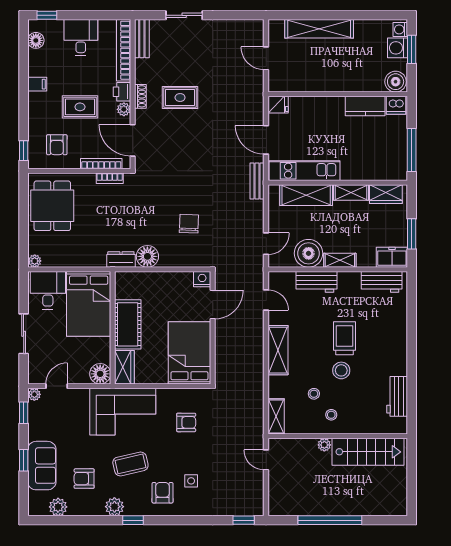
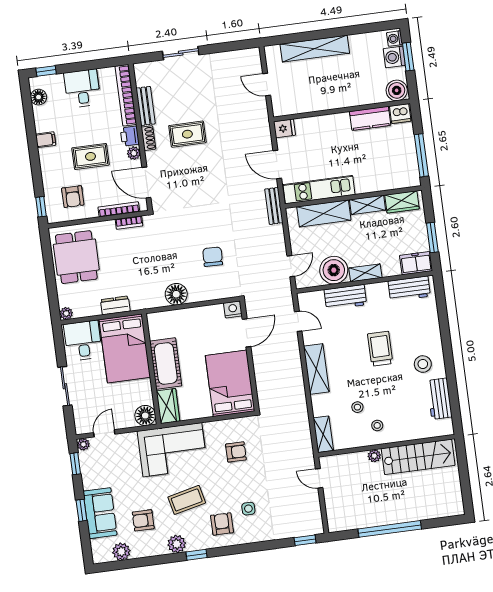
bench: (142, 39) -> (146, 106), moved
dresser: (121, 259) -> (115, 305), moved
stool: (341, 370) -> (423, 364), moved

